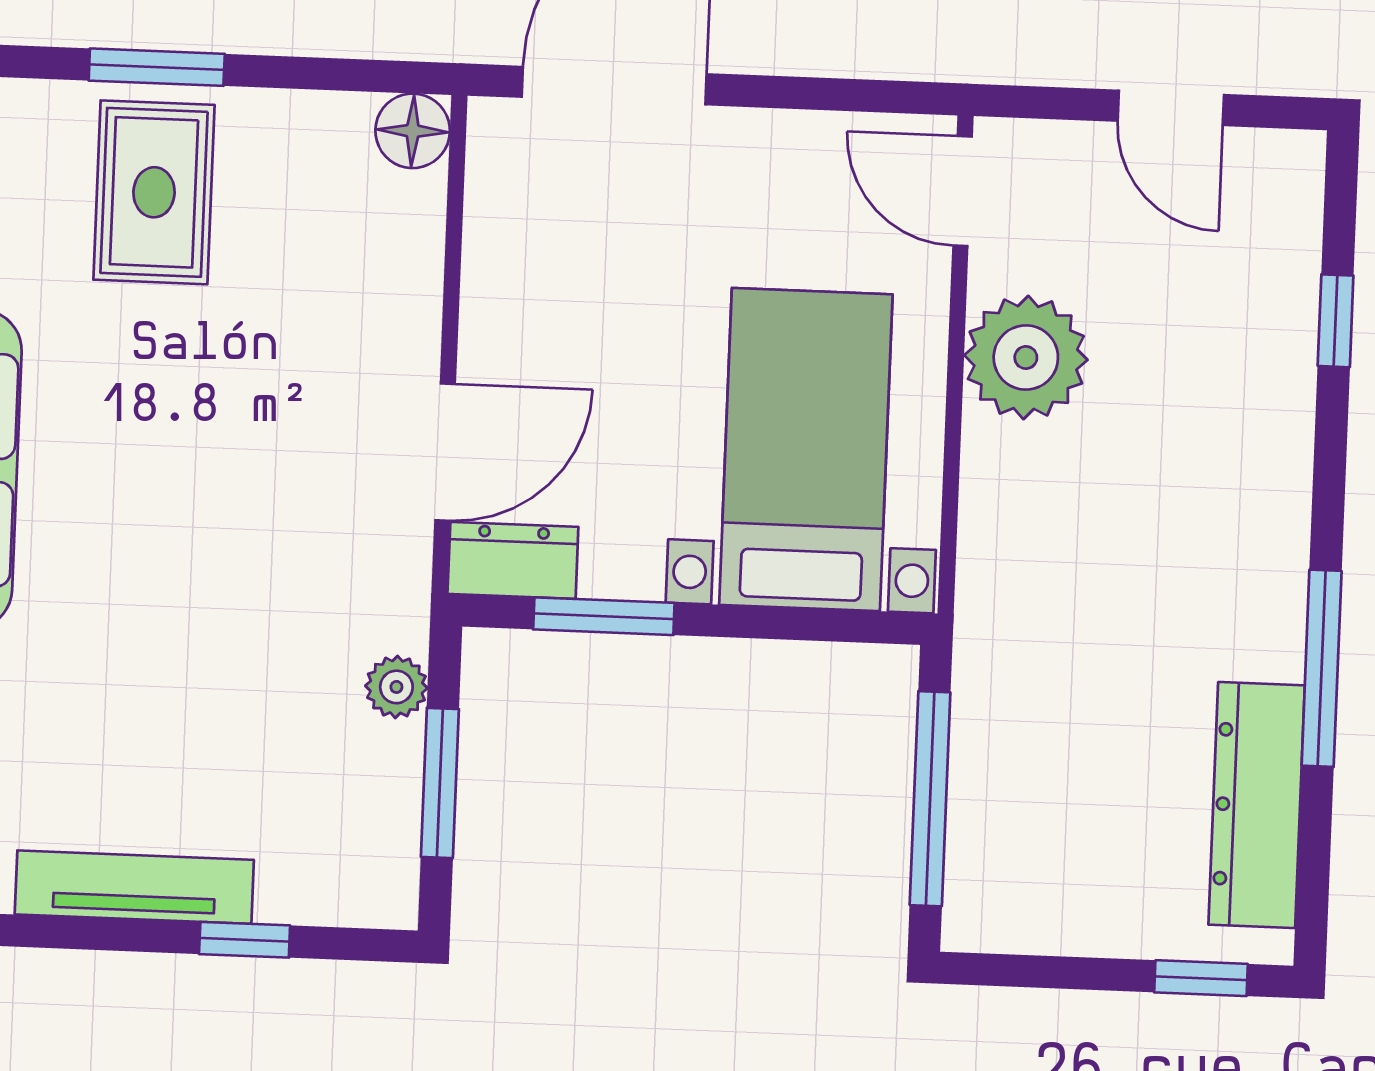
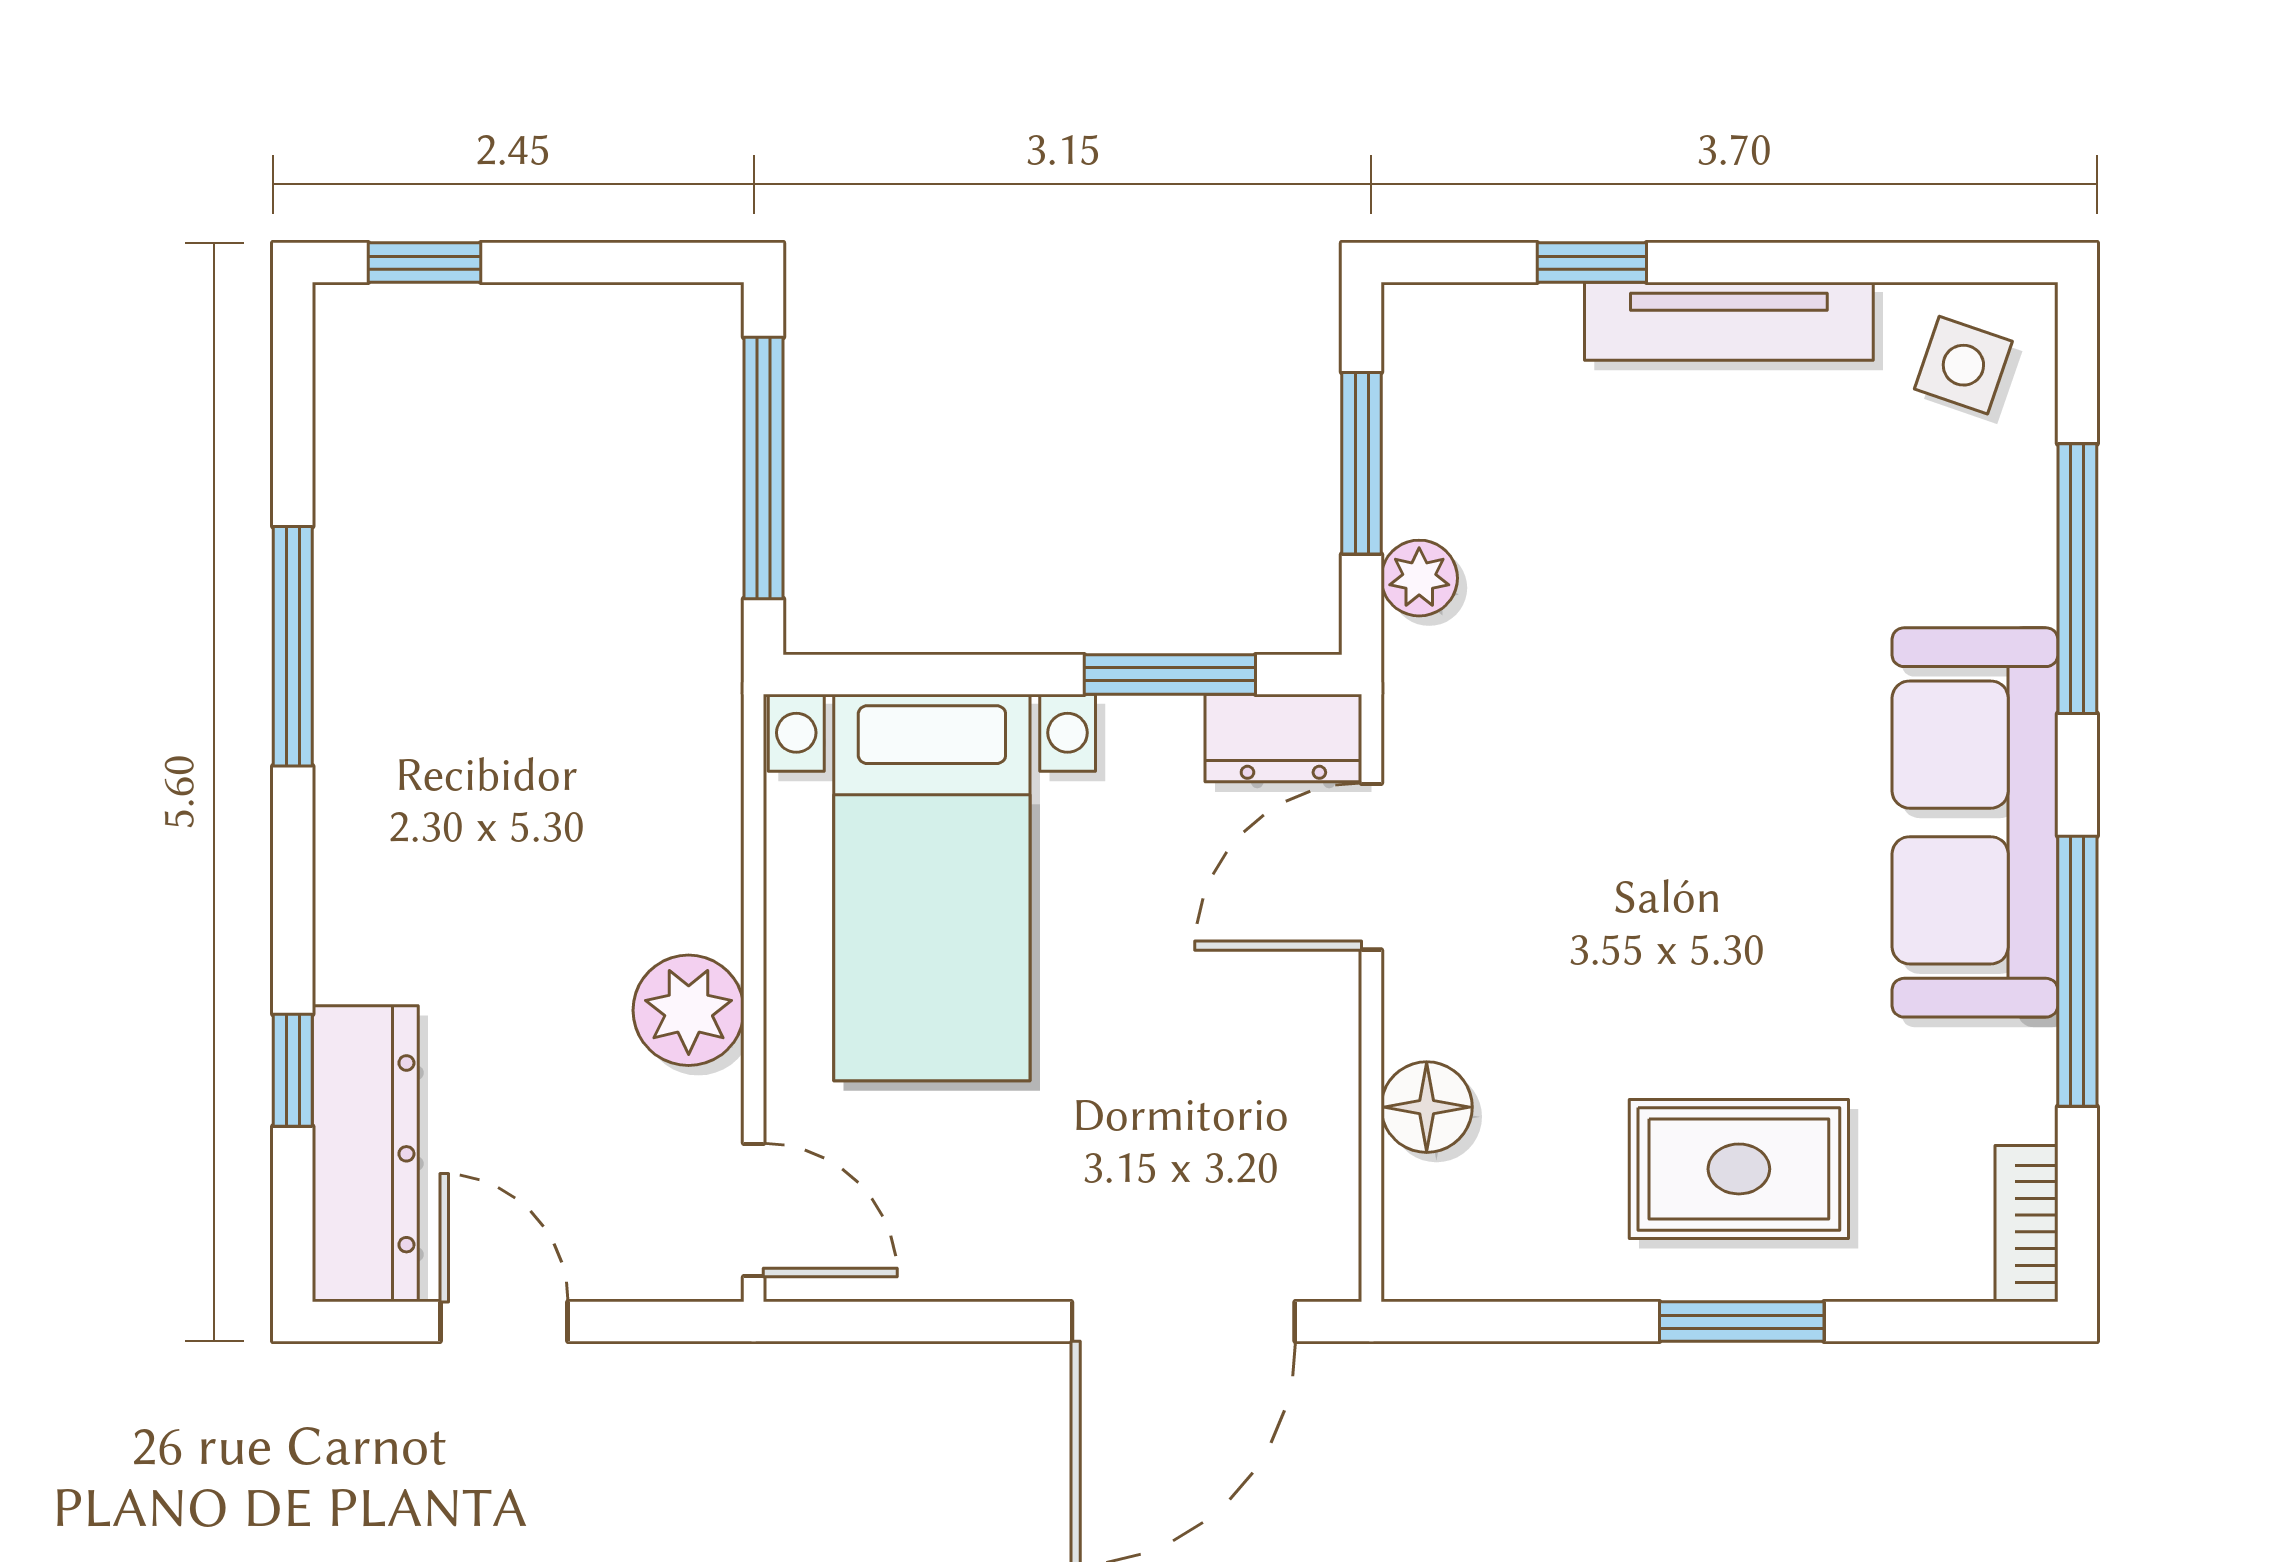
floor lamp: (413, 131) -> (1427, 1107), moved
rug: (154, 192) -> (1739, 1169), turned 90
plant: (1026, 358) -> (689, 1010), width x0.73, depth x0.73
dresser: (1257, 805) -> (365, 1154), moved

